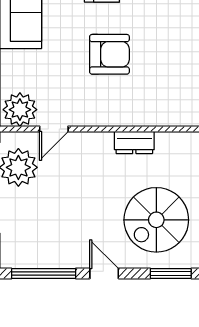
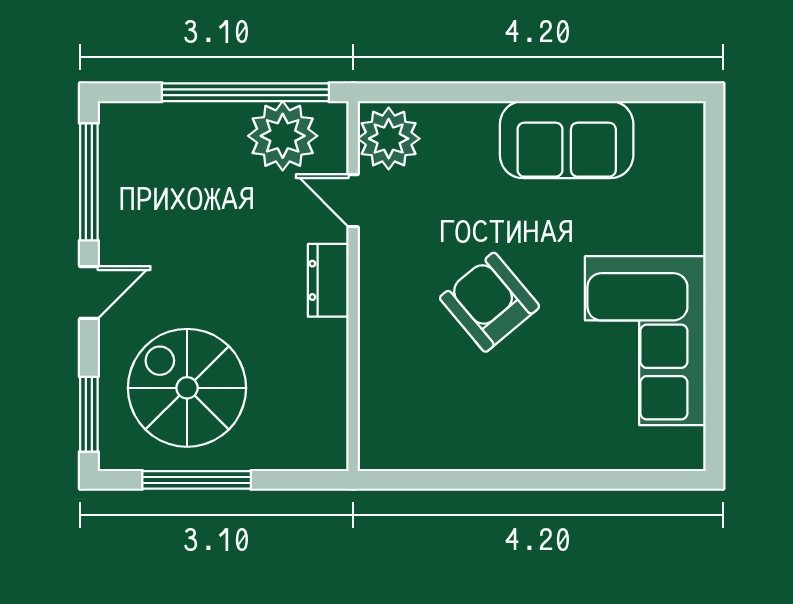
armchair: (109, 54) -> (490, 302), turned 140
dresser: (134, 143) -> (328, 280), moved

